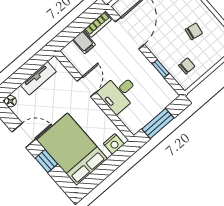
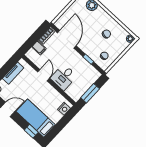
bed: (72, 149) -> (36, 118), width x0.67
window: (46, 161) -> (31, 131), moved

